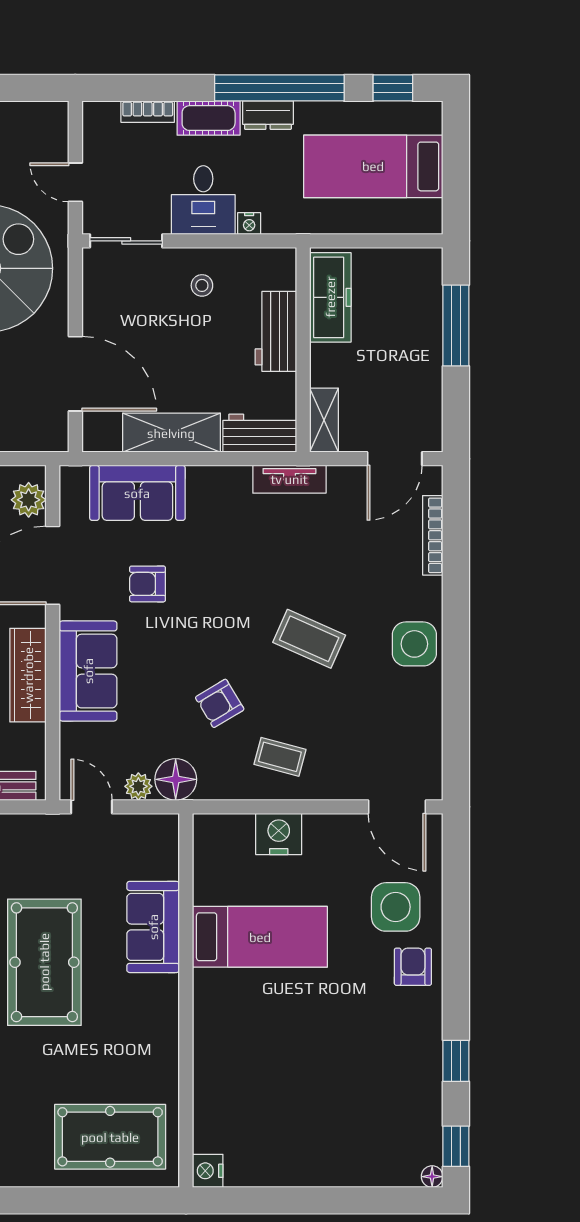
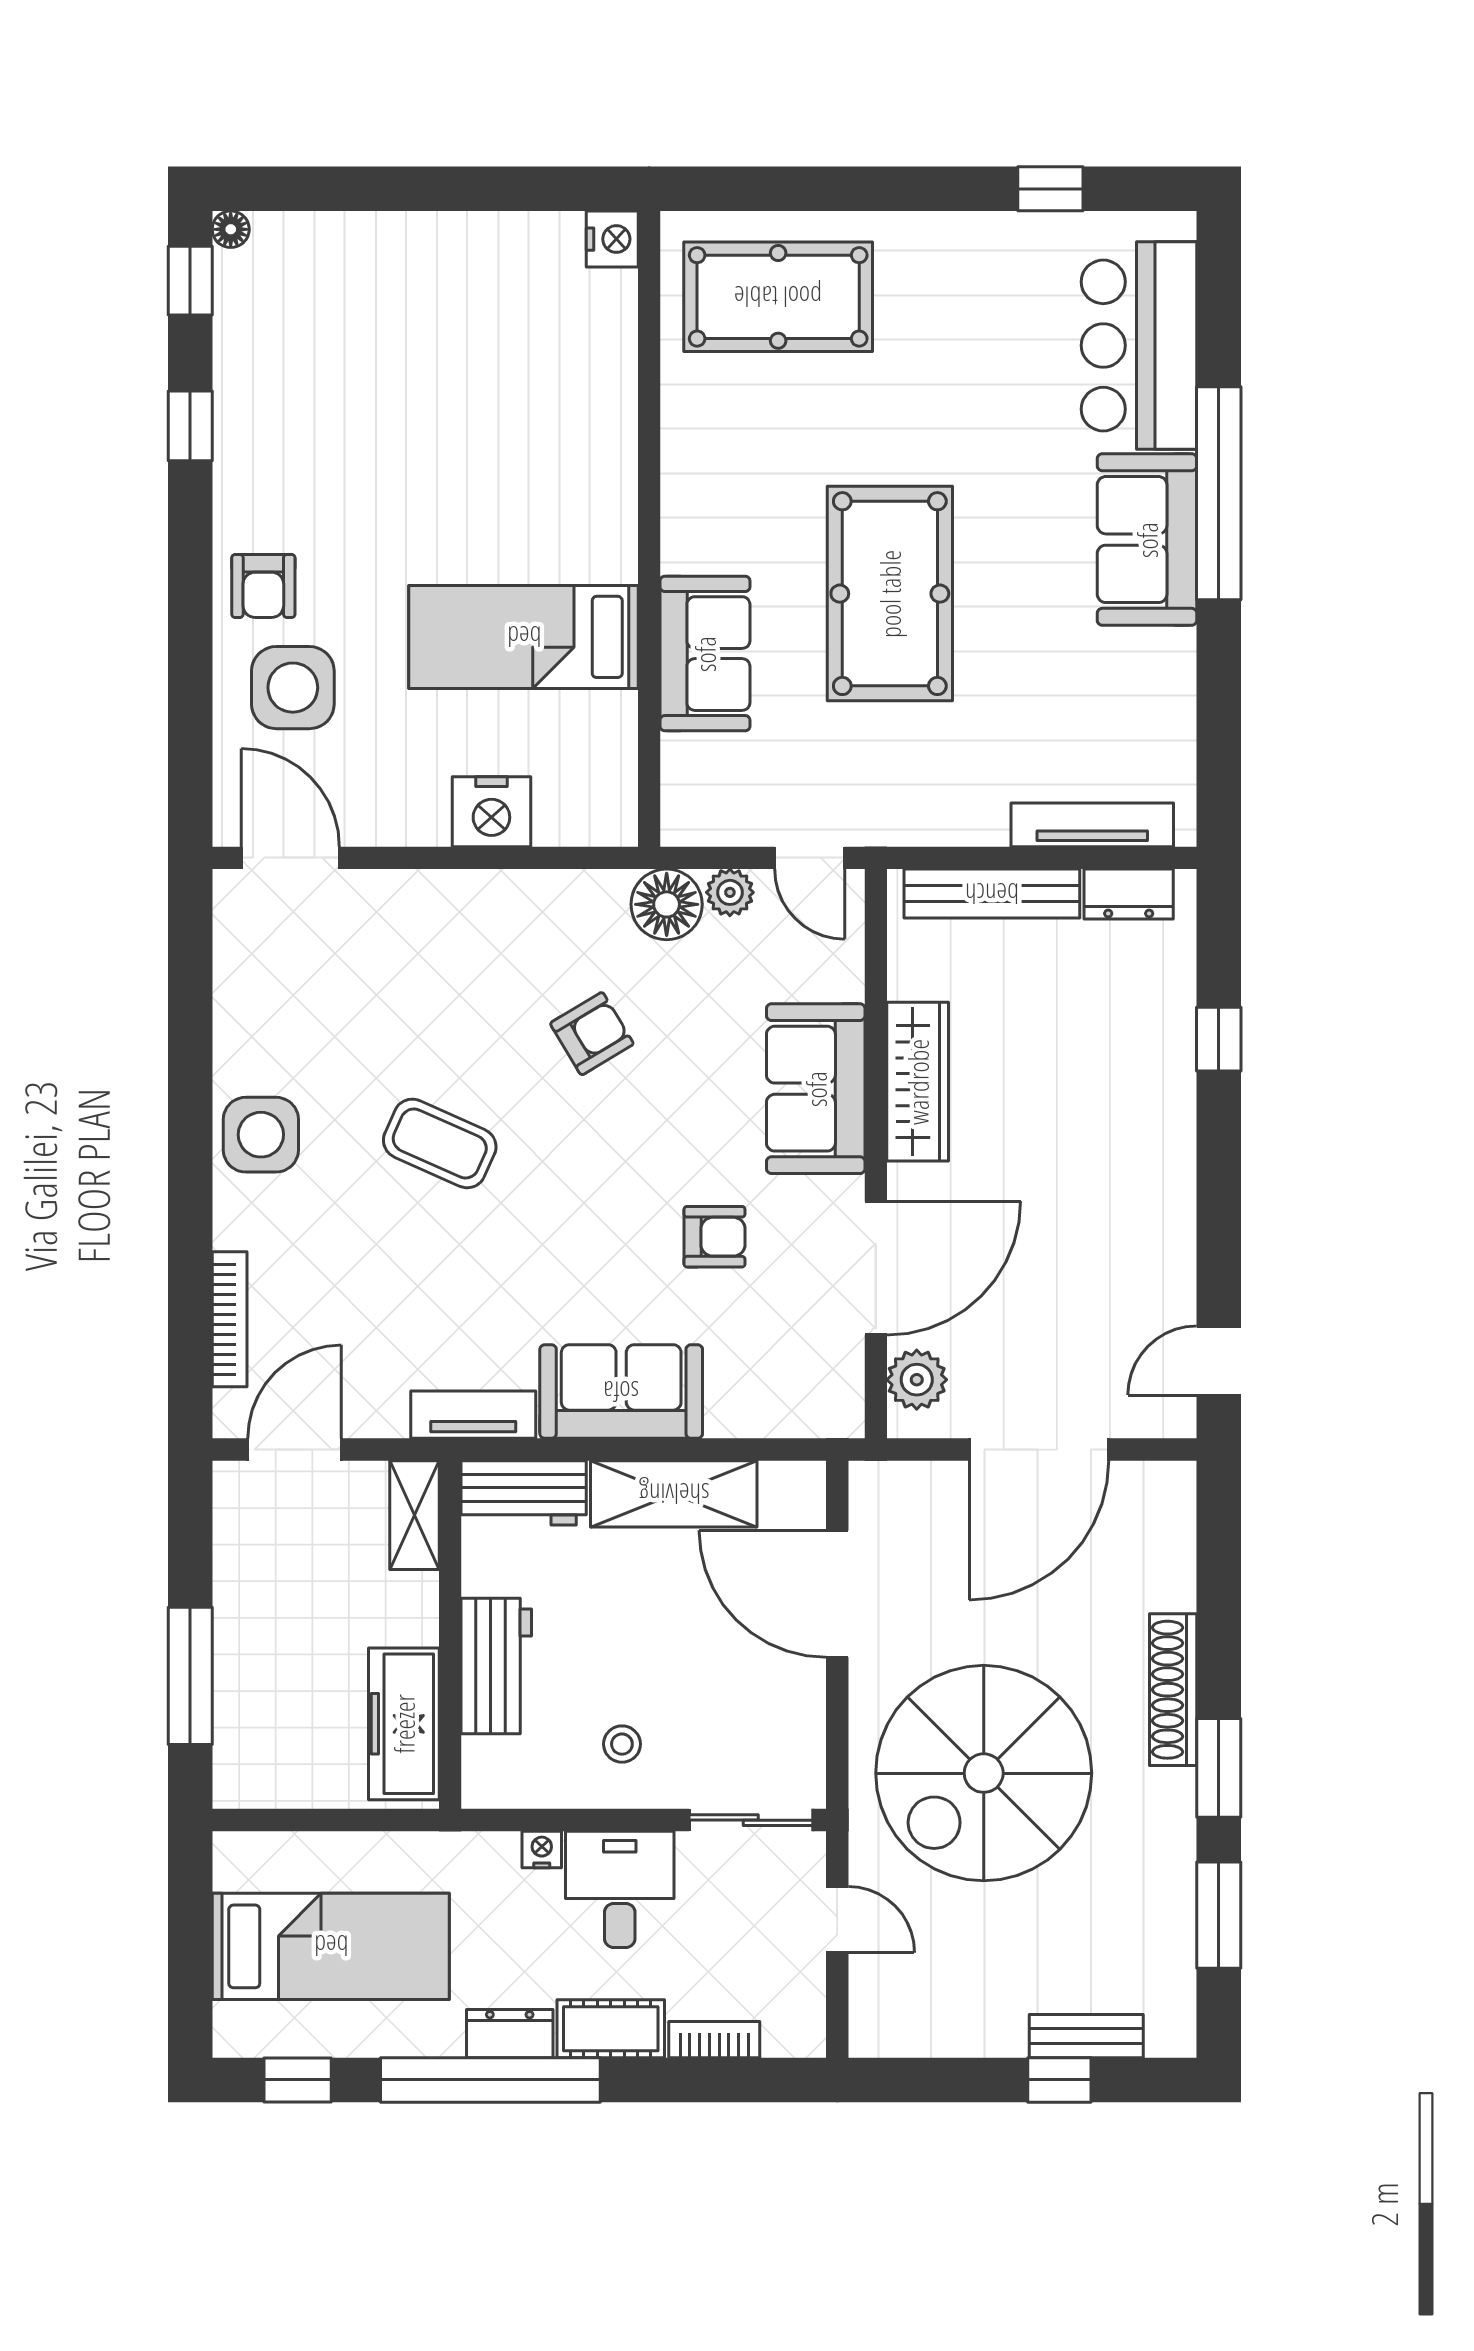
sofa: (137, 493) -> (621, 1392), moved
coffee table: (280, 757) -> (489, 943), removed

